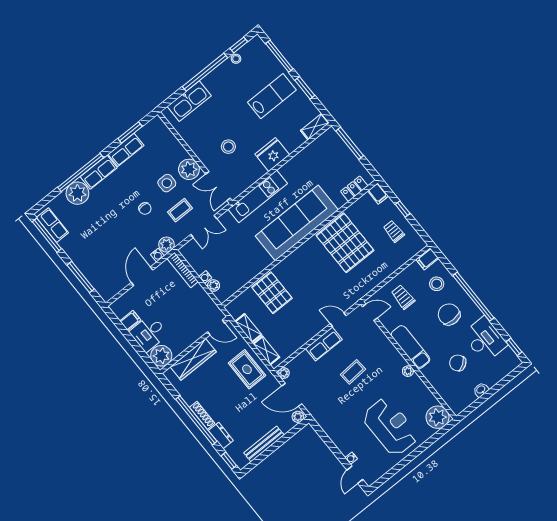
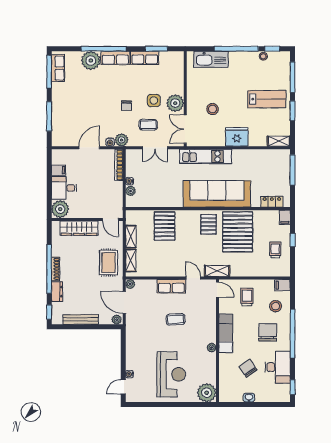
pallet: (312, 258) -> (209, 224), added
shelving: (355, 295) -> (217, 271), added

